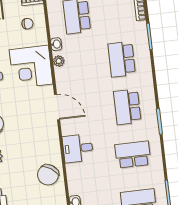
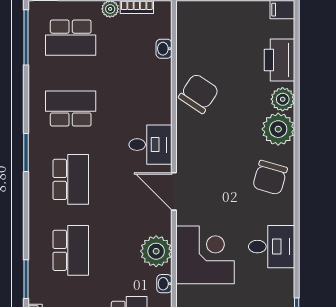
plant: (59, 61) -> (156, 251), width x1.87, depth x1.87
desk: (78, 148) -> (150, 145), moved
school desk: (133, 155) -> (71, 109), turned 180

